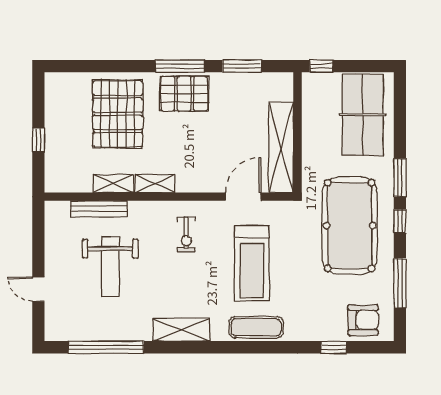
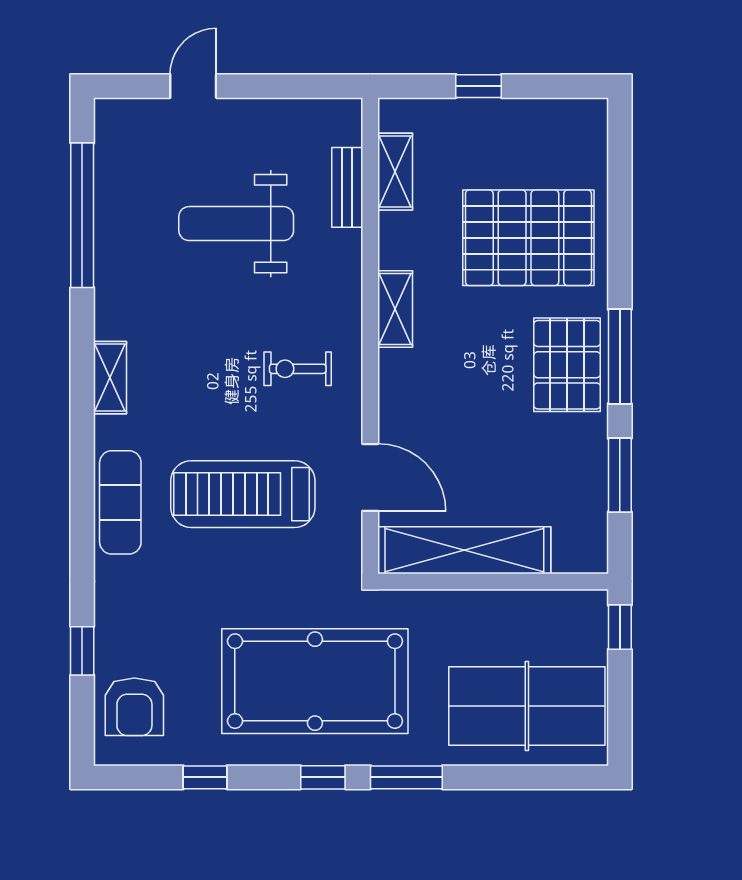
shelving: (113, 184) -> (395, 172), moved
bench: (99, 209) -> (347, 187), width x0.73
window: (400, 283) -> (205, 777), width x0.46
shelving: (181, 330) -> (110, 378), width x0.67, depth x0.75

